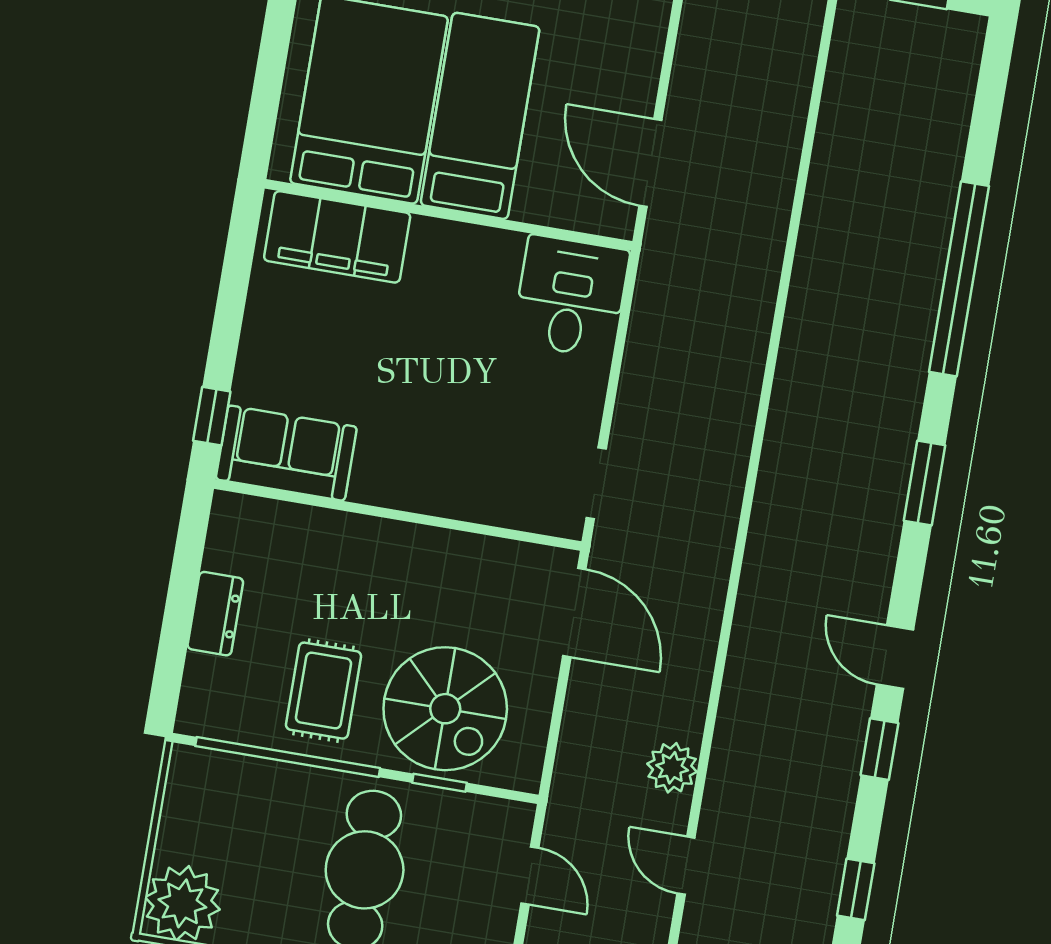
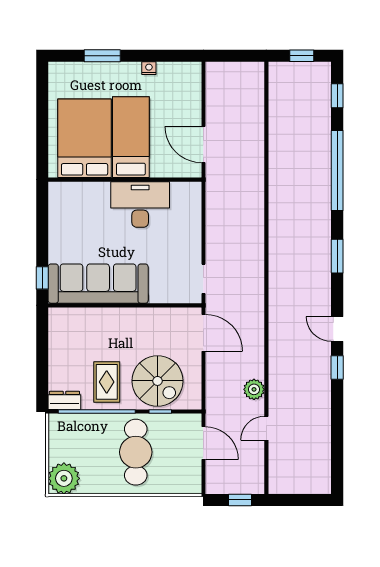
filing cabinet: (337, 237) -> (81, 196), removed
desk: (571, 297) -> (140, 204), moved, width x1.37
sofa: (286, 453) -> (98, 284), width x1.85, depth x1.27
dresser: (215, 614) -> (64, 400), moved, turned -90
door: (686, 866) -> (266, 428), hinge flipped
door: (530, 875) -> (203, 443), width x1.38
window: (856, 889) -> (337, 96), moved

